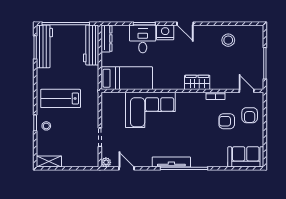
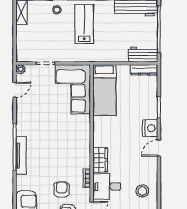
desk: (143, 39) -> (107, 186), moved, turned 180
workbench: (91, 45) -> (143, 54), width x0.73
corner sofa: (150, 110) -> (73, 89), moved
tv unit: (171, 162) -> (21, 156), moved

